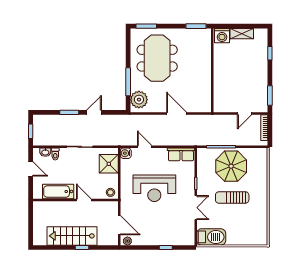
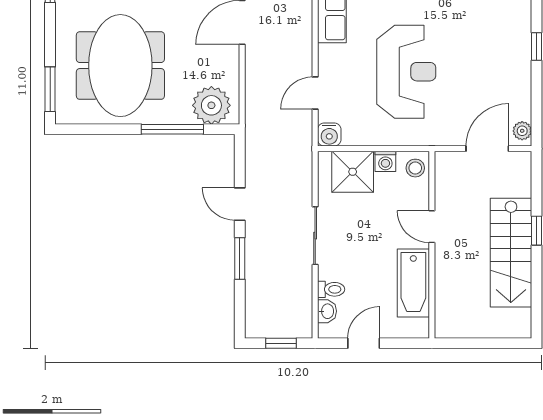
meeting table: (157, 58) -> (120, 66), turned 90
washing machine: (114, 179) -> (385, 161), added
door: (84, 200) -> (432, 227), hinge flipped

